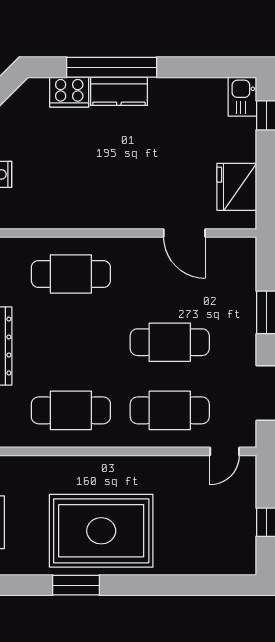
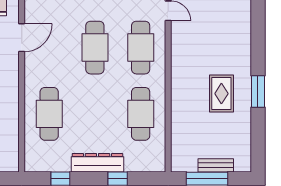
rug: (101, 531) -> (221, 94), width x0.54, depth x0.49
window: (76, 585) -> (258, 91), moved

